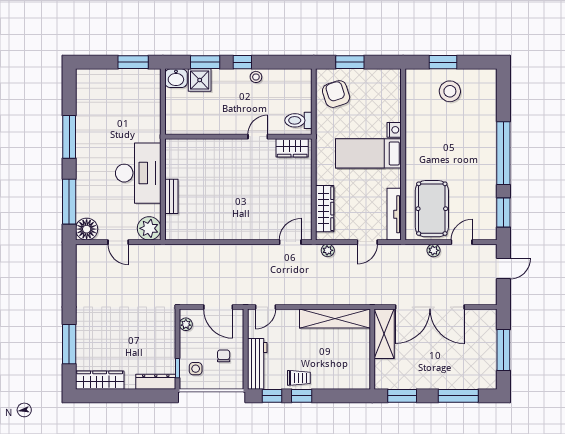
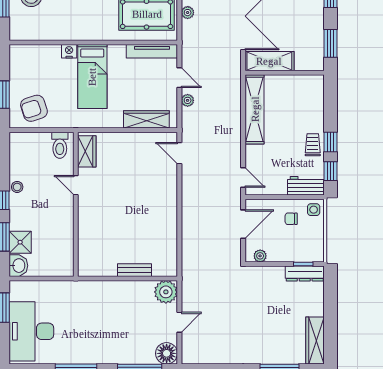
desk: (138, 173) -> (31, 331), moved, turned -90
plant: (328, 250) -> (188, 100), moved
workbench: (257, 364) -> (306, 186), width x0.73
side table: (196, 369) -> (314, 210), moved
dresser: (156, 382) -> (305, 274), moved, turned -90

